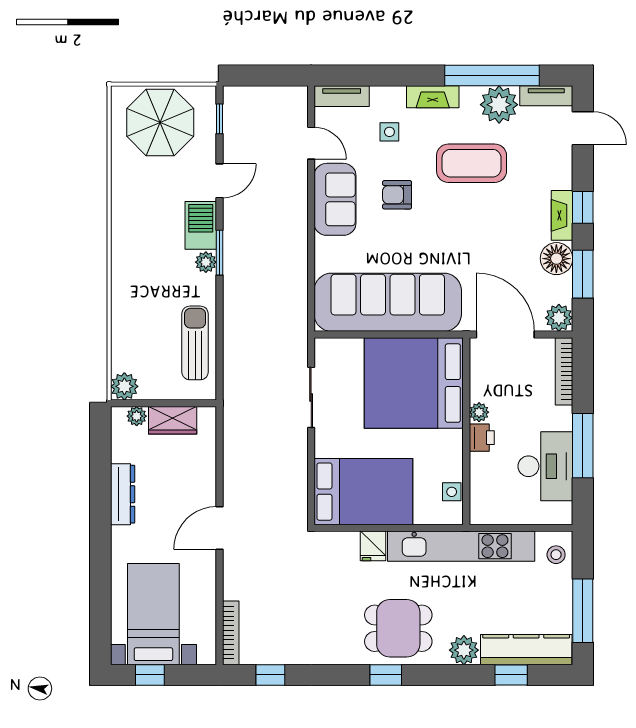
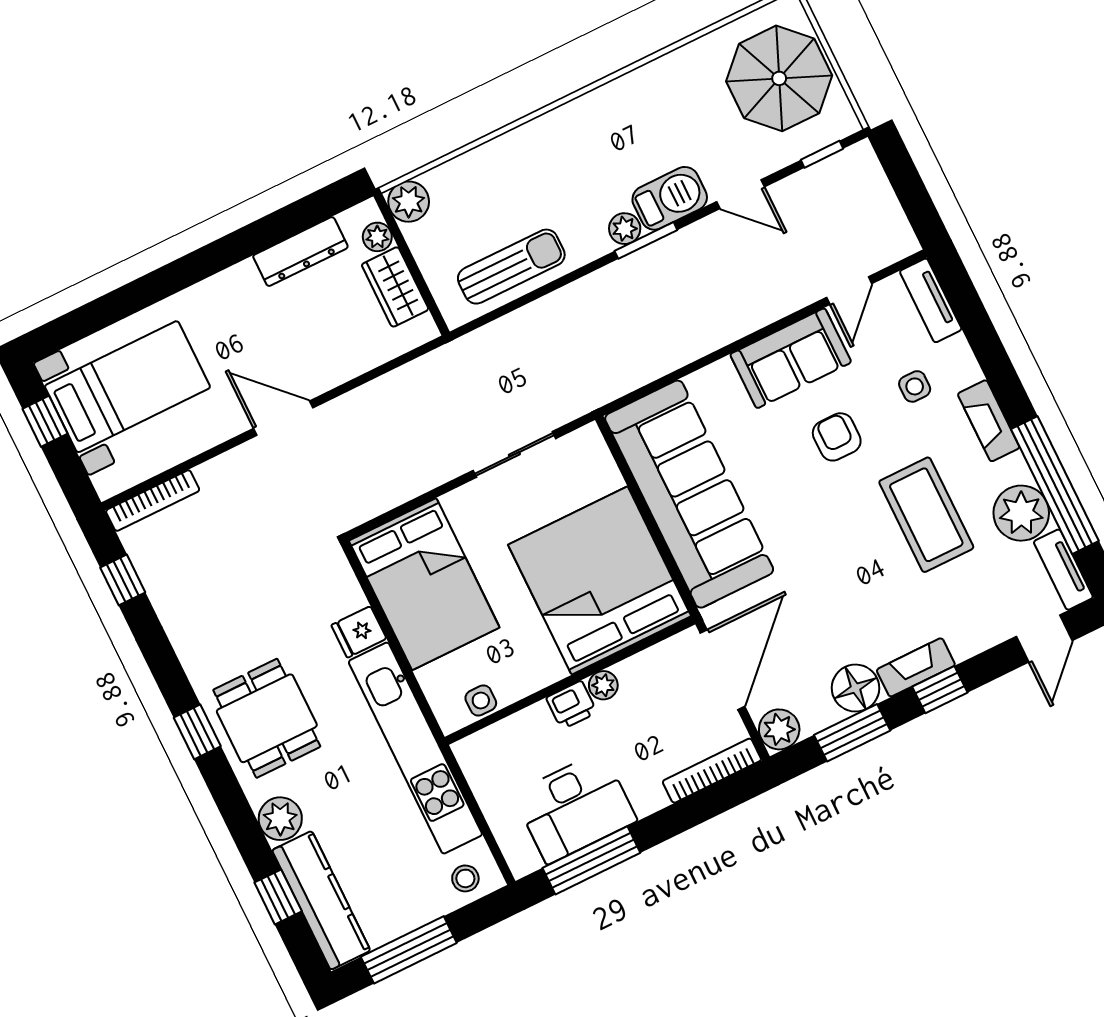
window: (583, 446) -> (591, 860), moved
dresser: (123, 494) -> (300, 252), moved

